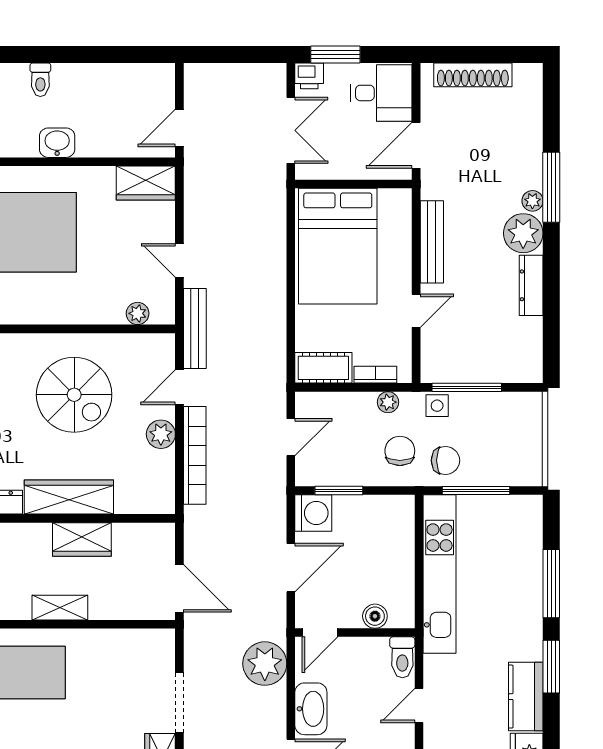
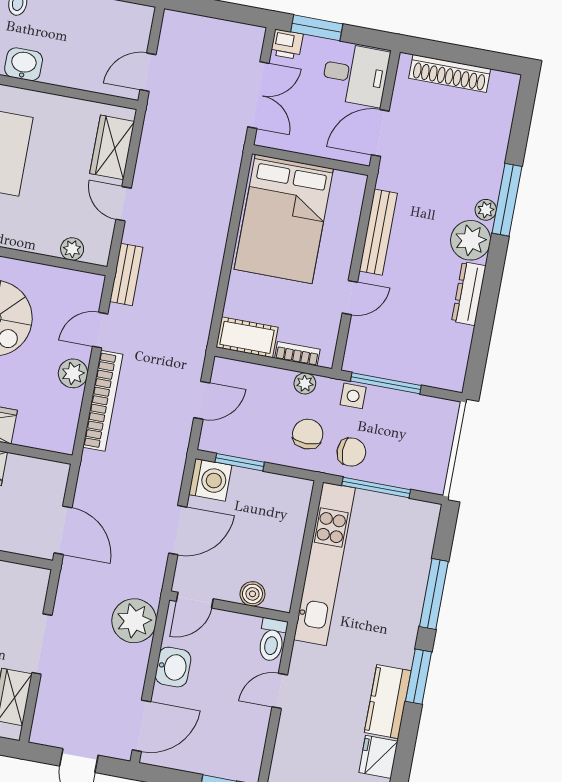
wardrobe: (146, 183) -> (112, 147), moved, turned 90
bench: (195, 328) -> (126, 274), width x0.73
washbasin: (311, 709) -> (173, 667), width x0.72

